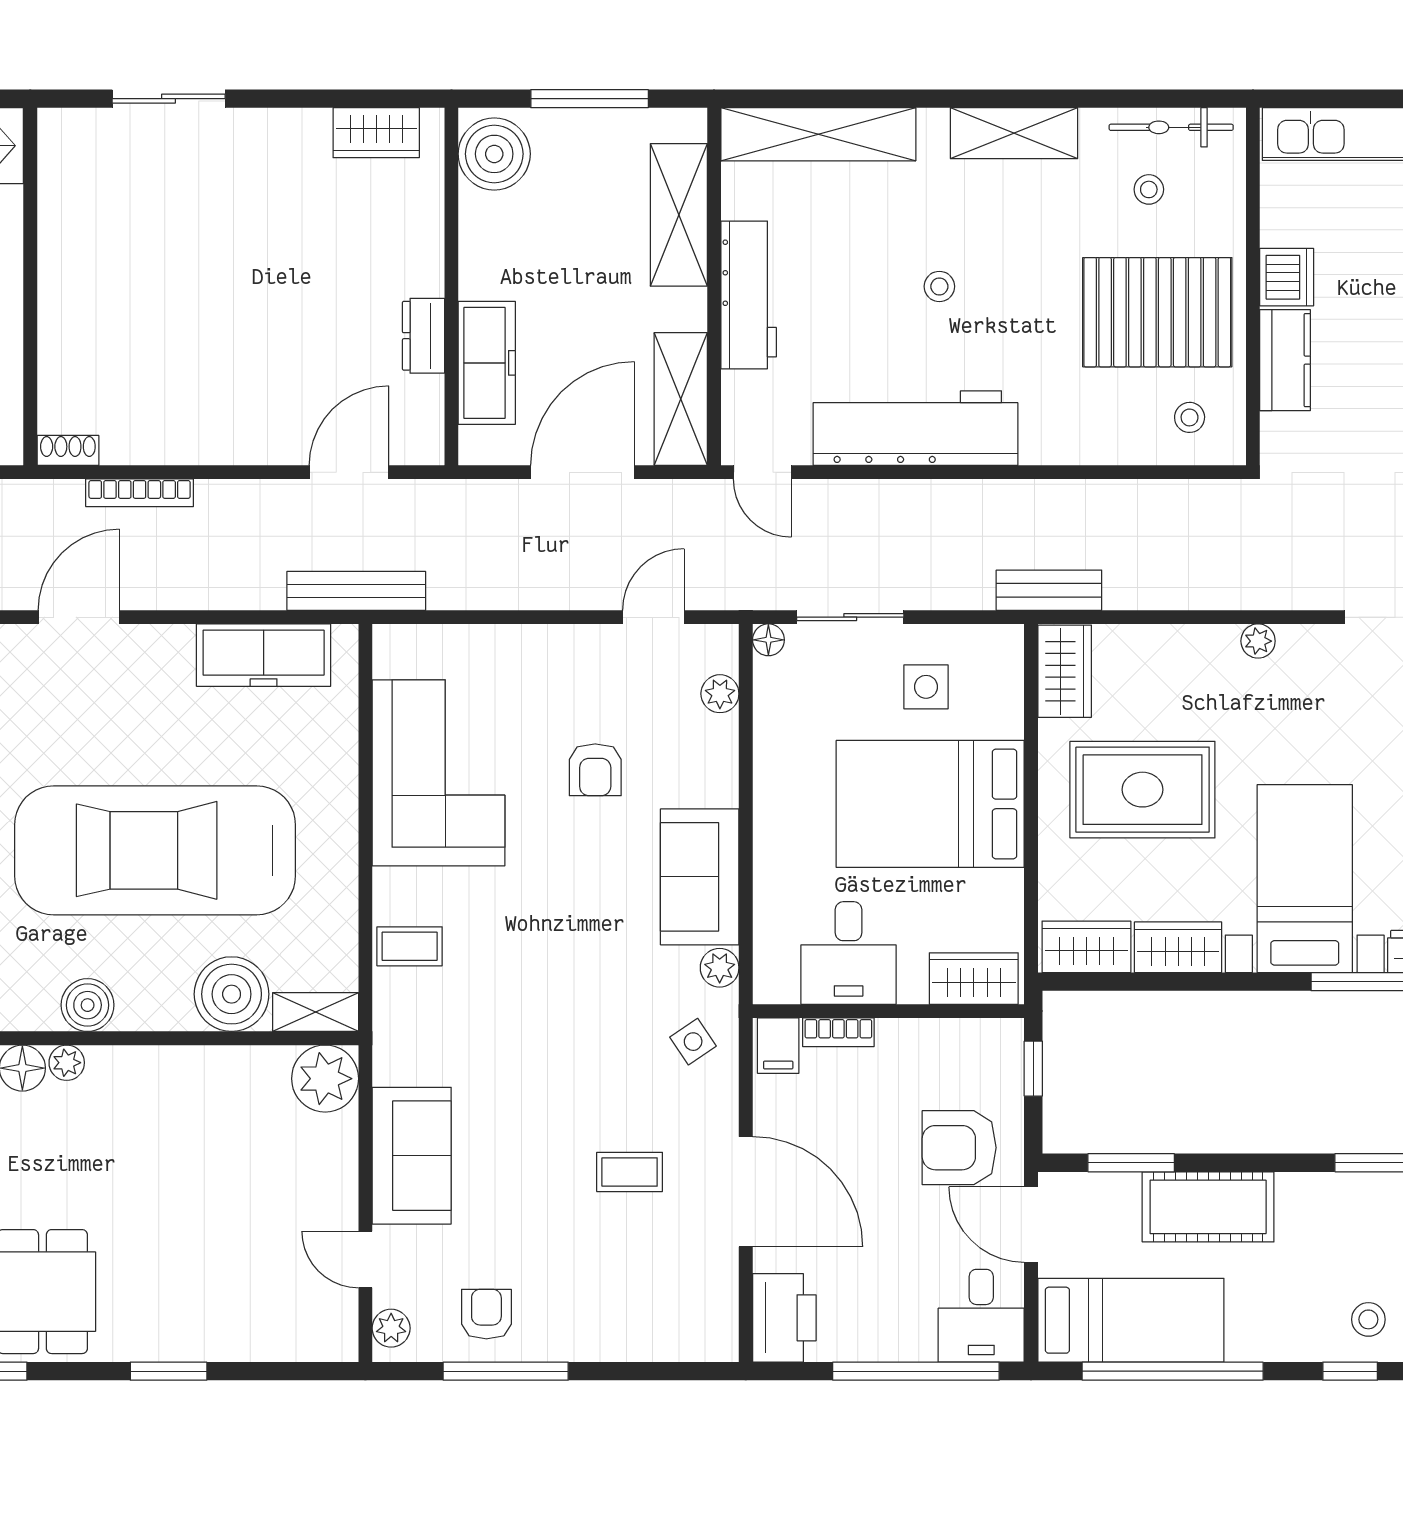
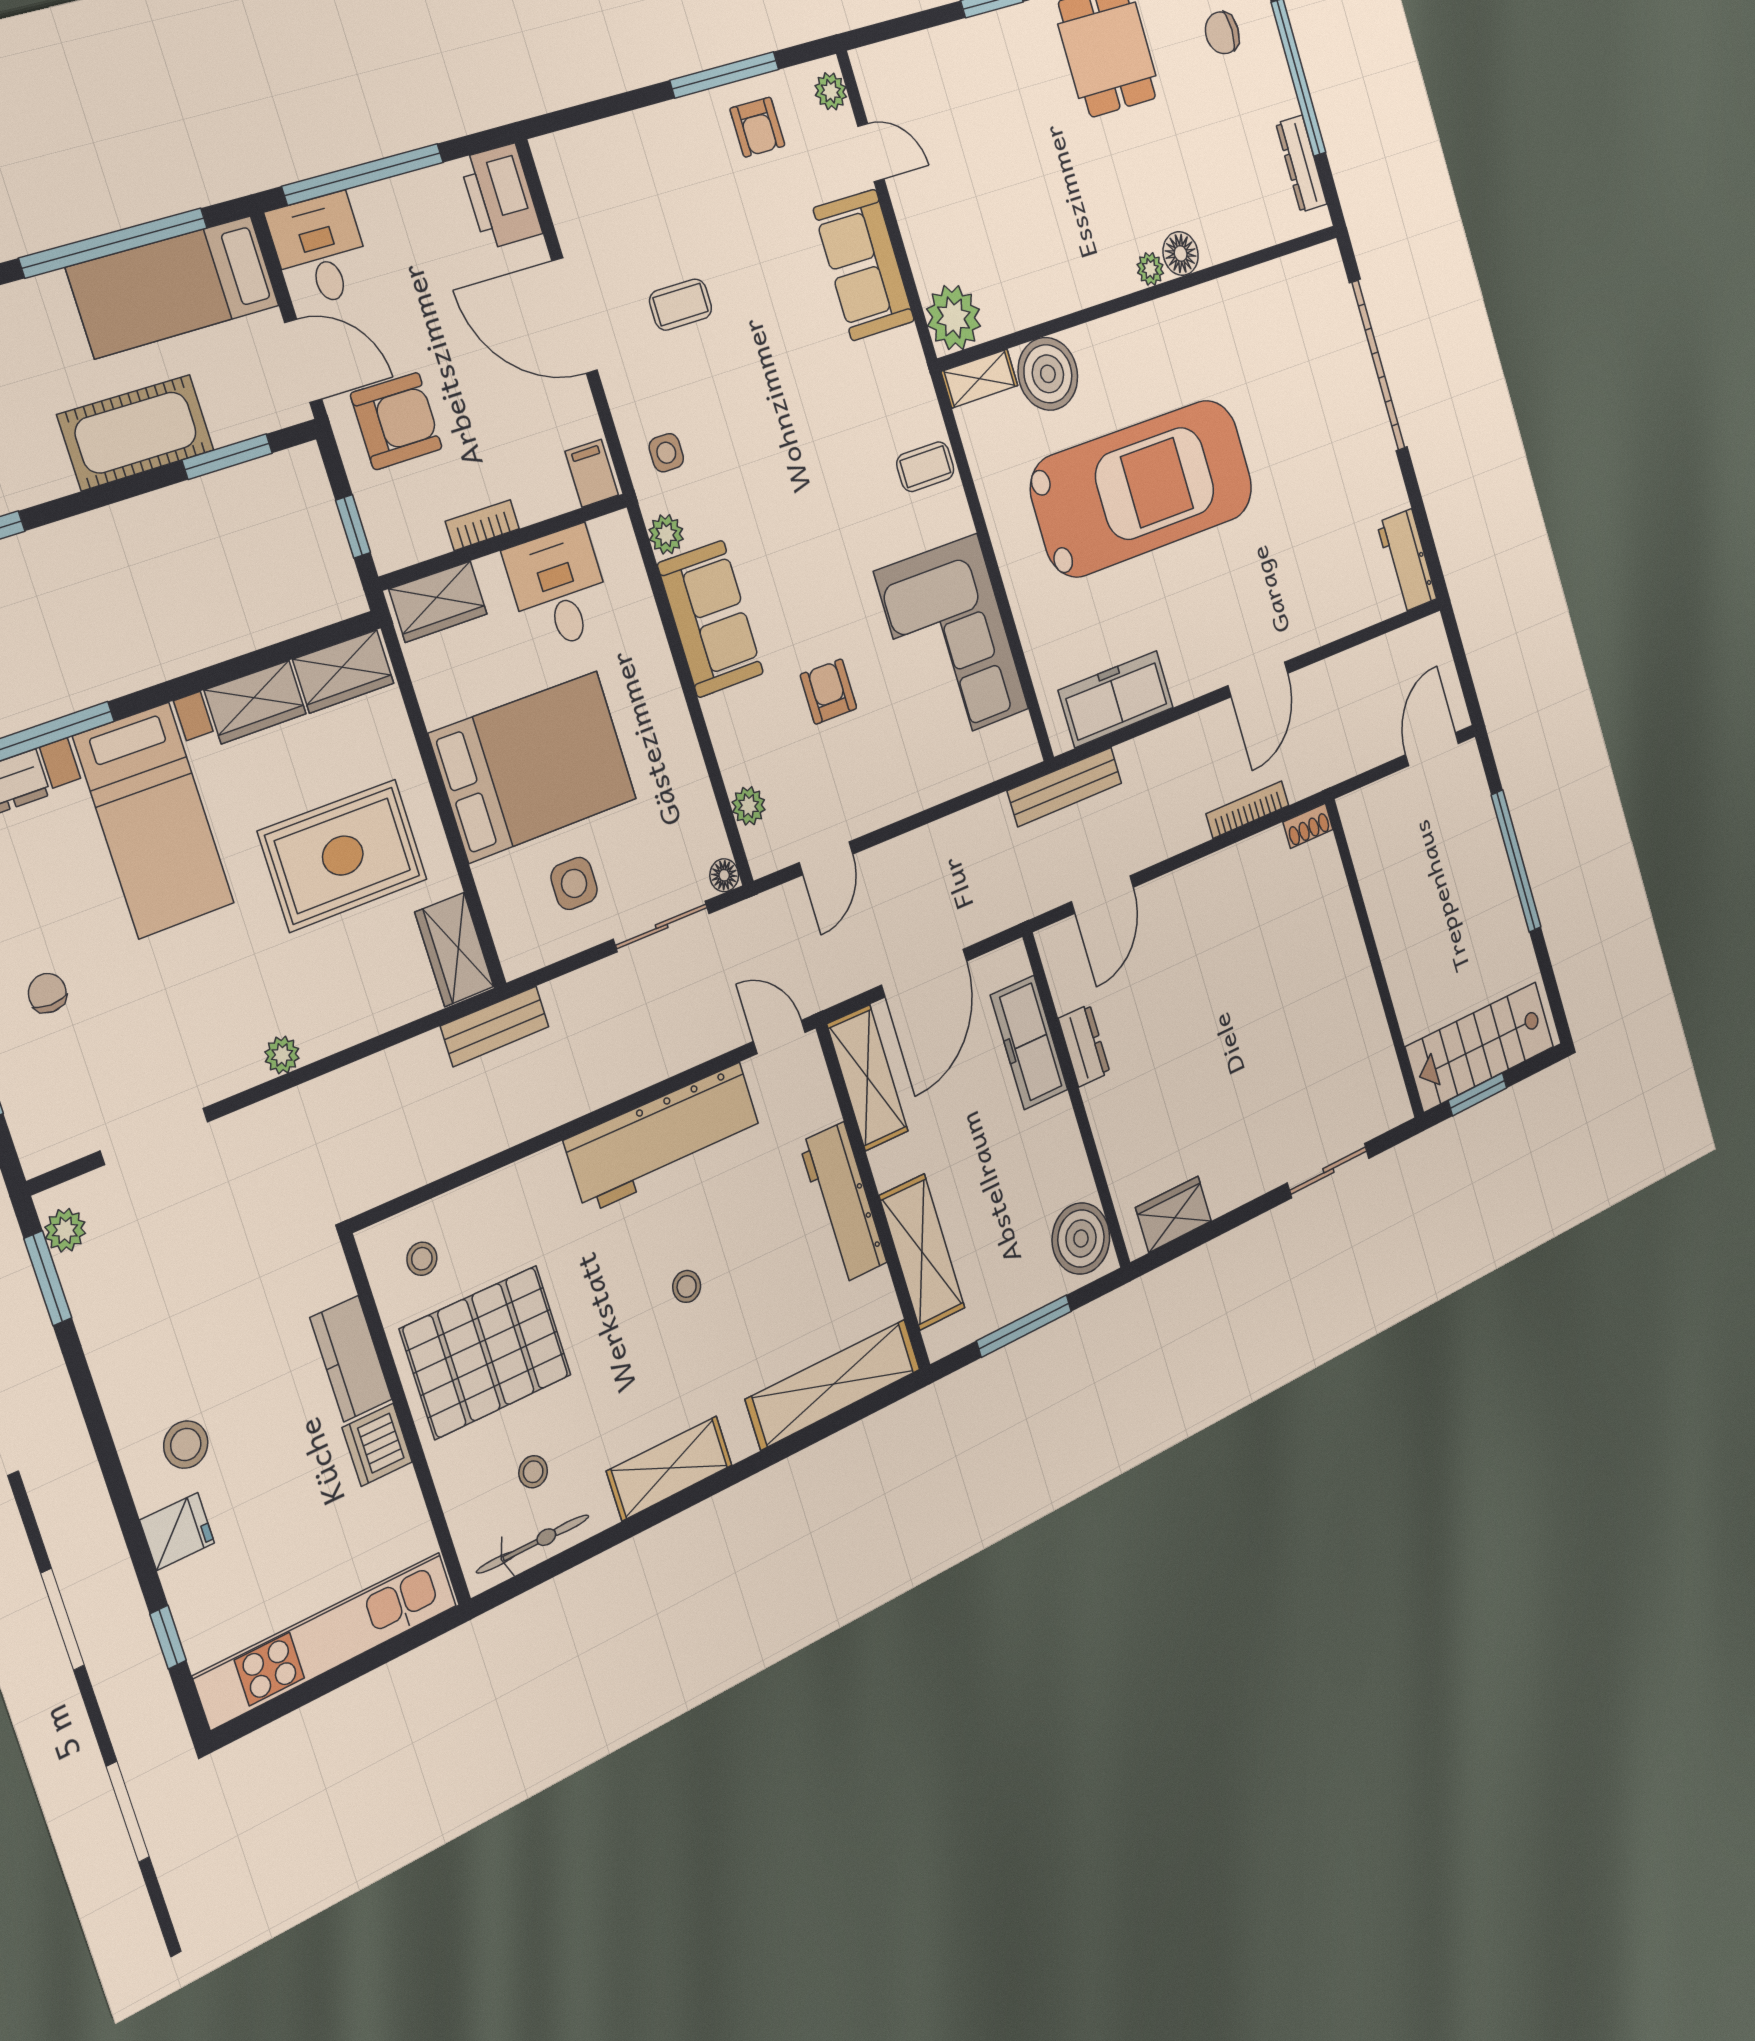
boiler: (88, 1005) -> (1151, 327), removed
bookcase: (838, 1032) -> (482, 525), moved
side table: (693, 1042) -> (666, 453), turned 34

